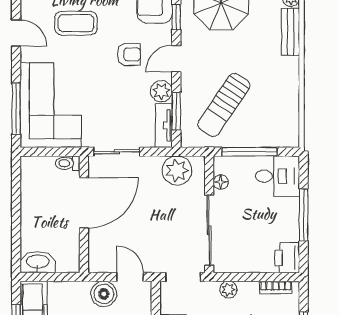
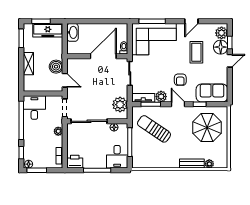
door: (84, 203) -> (103, 56), swing flipped
door: (130, 277) -> (65, 80), hinge flipped

